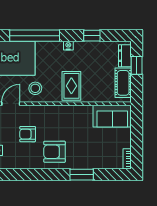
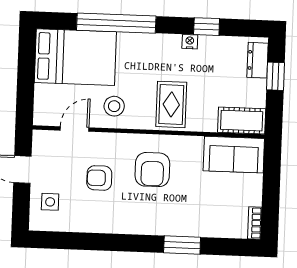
nightstand: (68, 46) -> (190, 42), moved
cot: (123, 83) -> (242, 121), moved, turned 90
armchair: (55, 152) -> (152, 170), moved, turned -90

